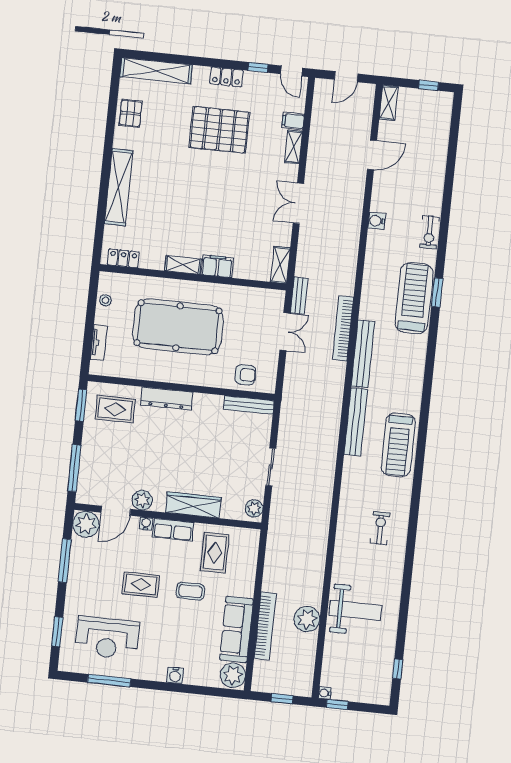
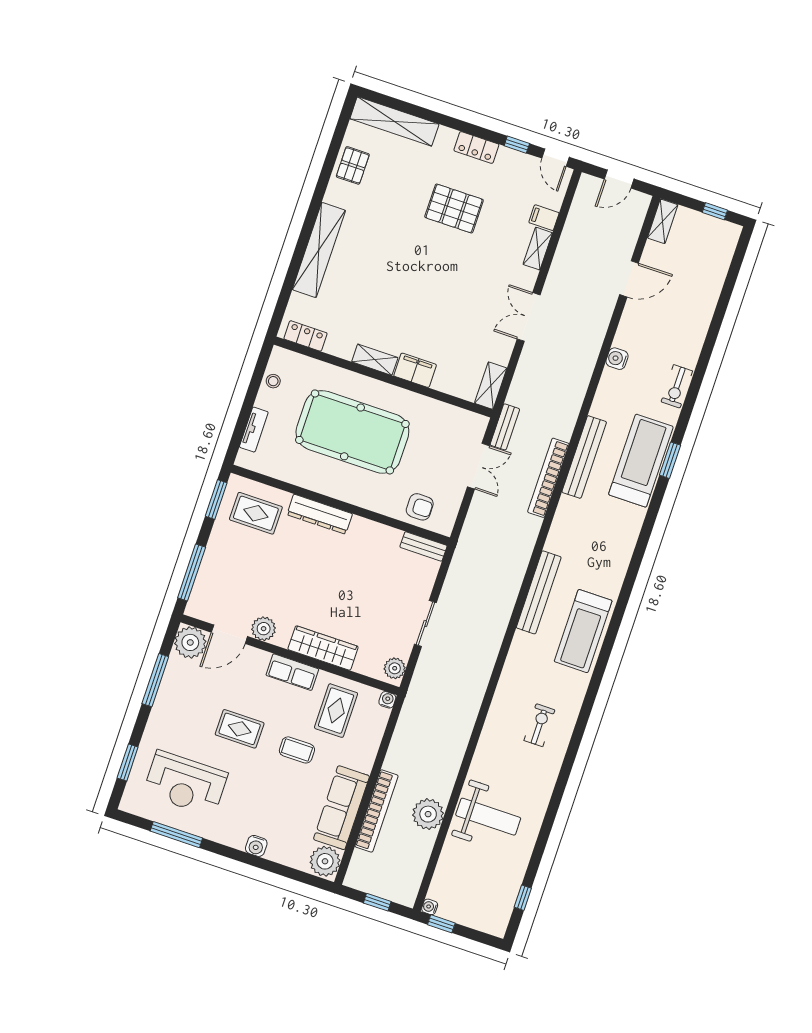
pallet: (219, 130) -> (454, 209), width x0.73, depth x0.71
bench: (363, 354) -> (584, 457), moved
bench: (249, 405) -> (423, 546), width x0.73
water cooler: (146, 524) -> (387, 700), moved

